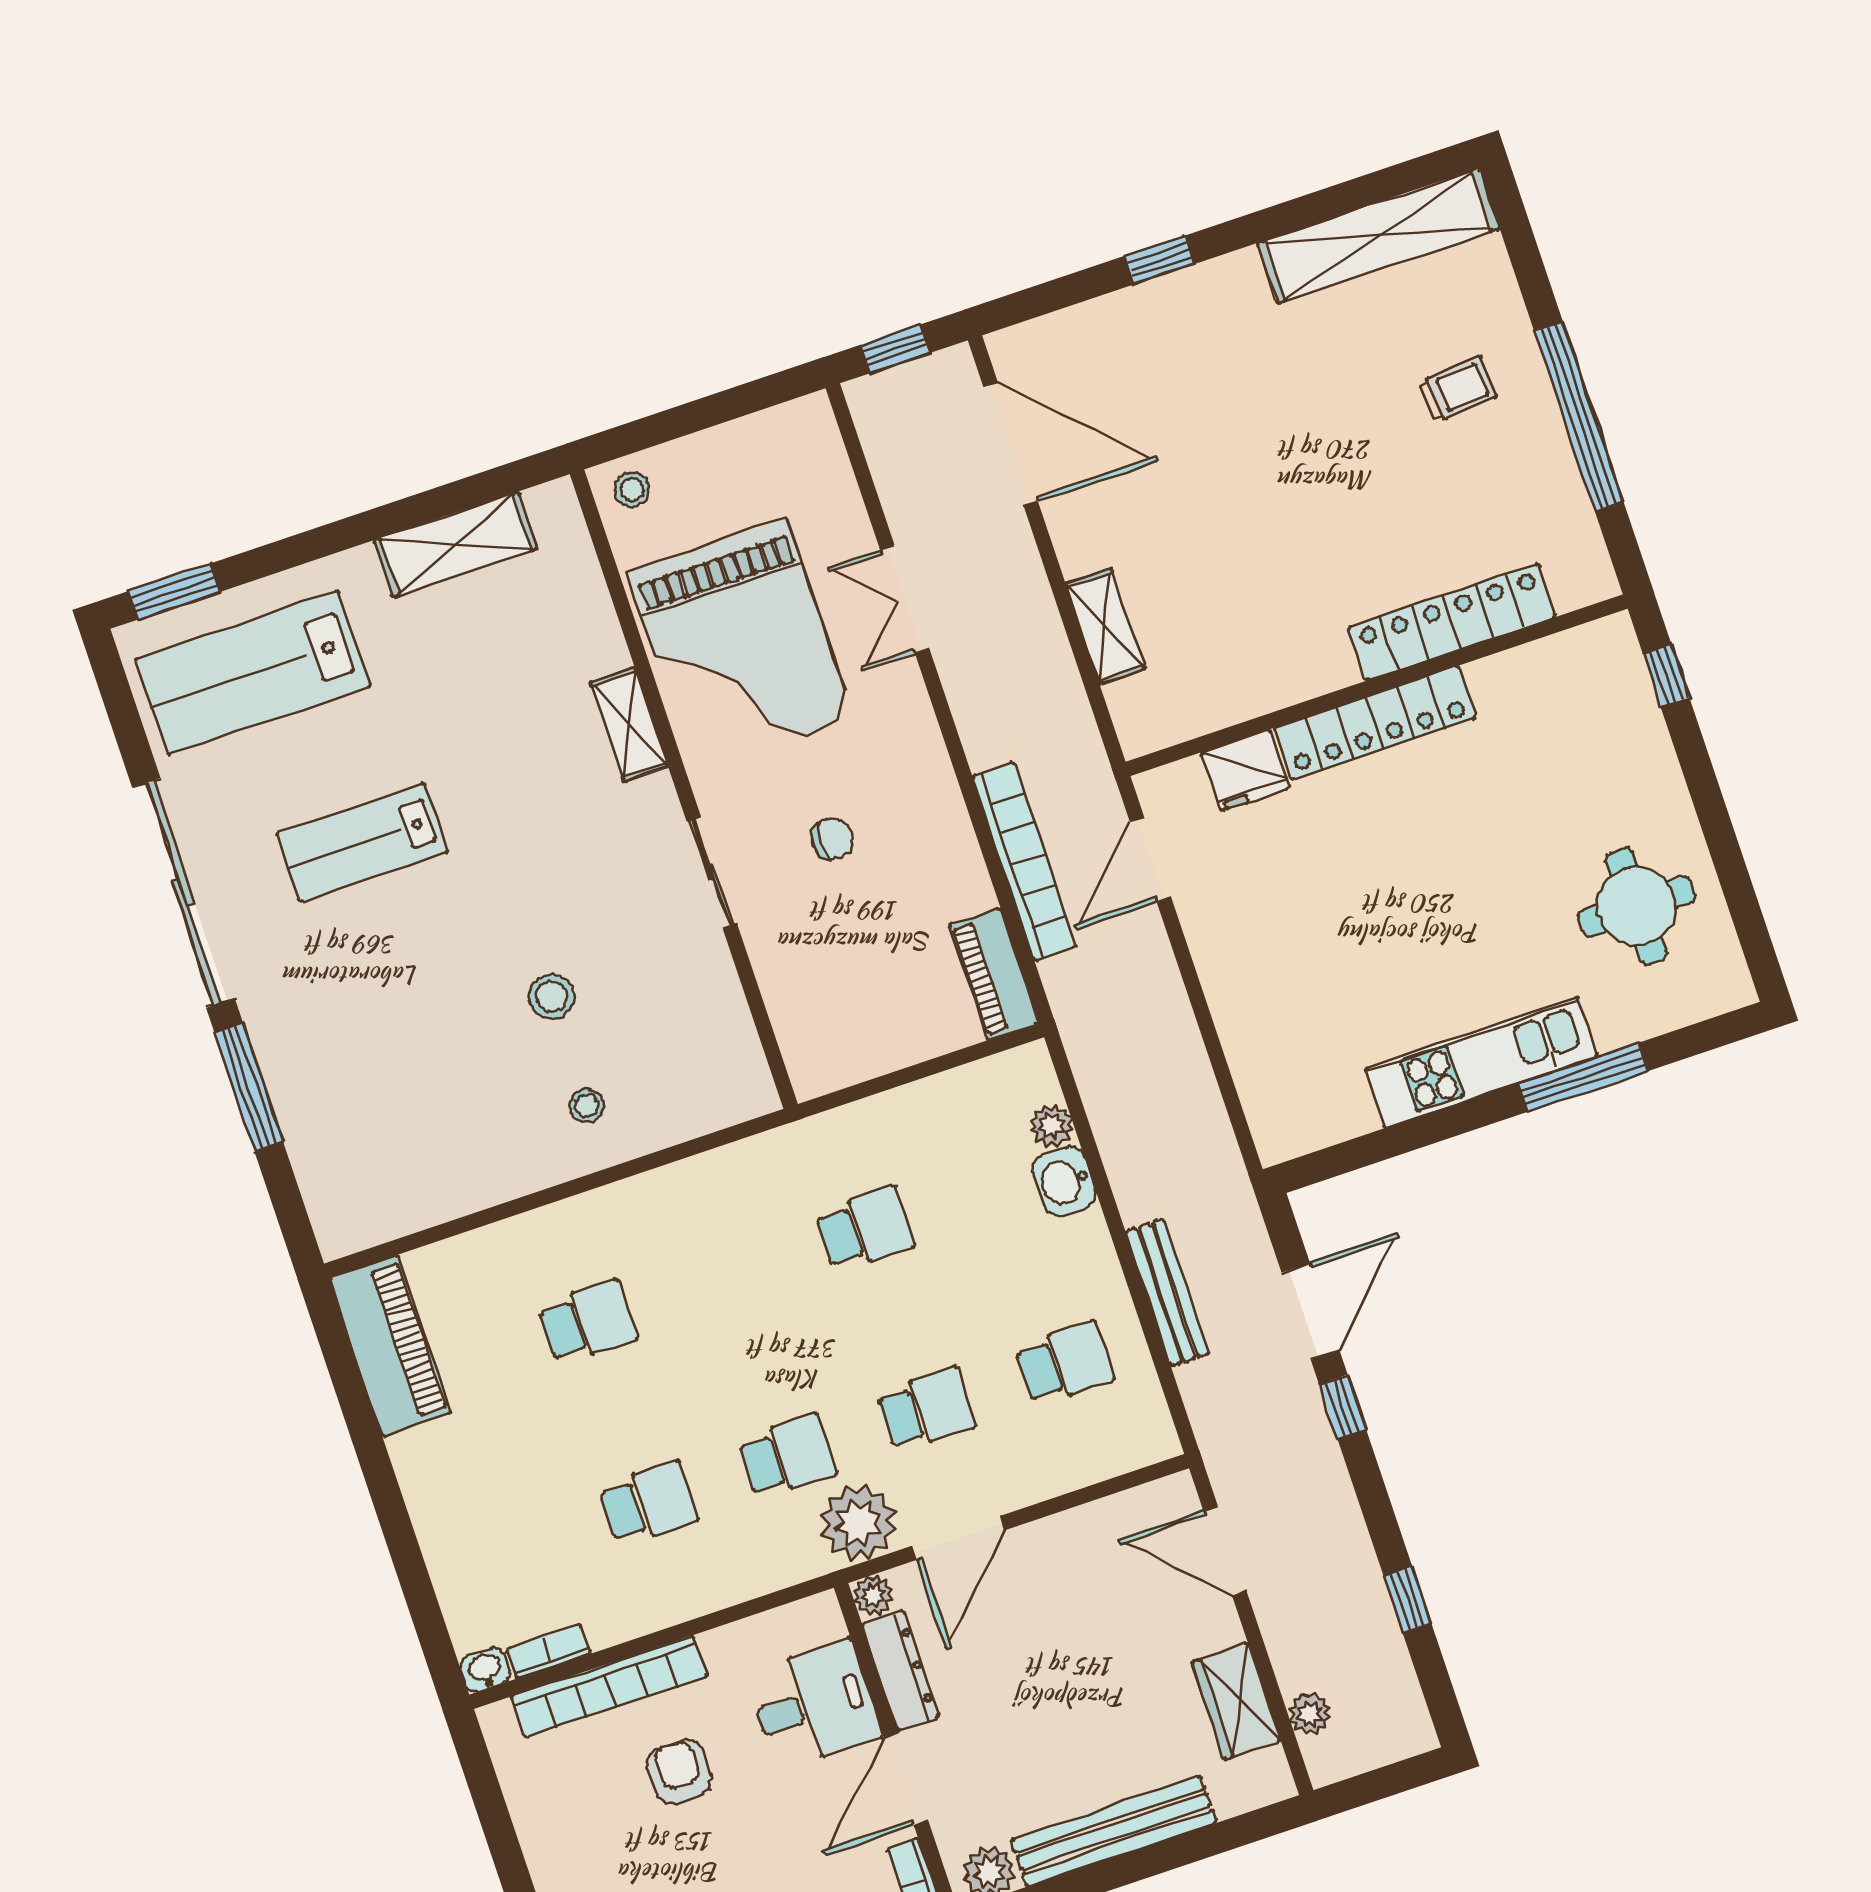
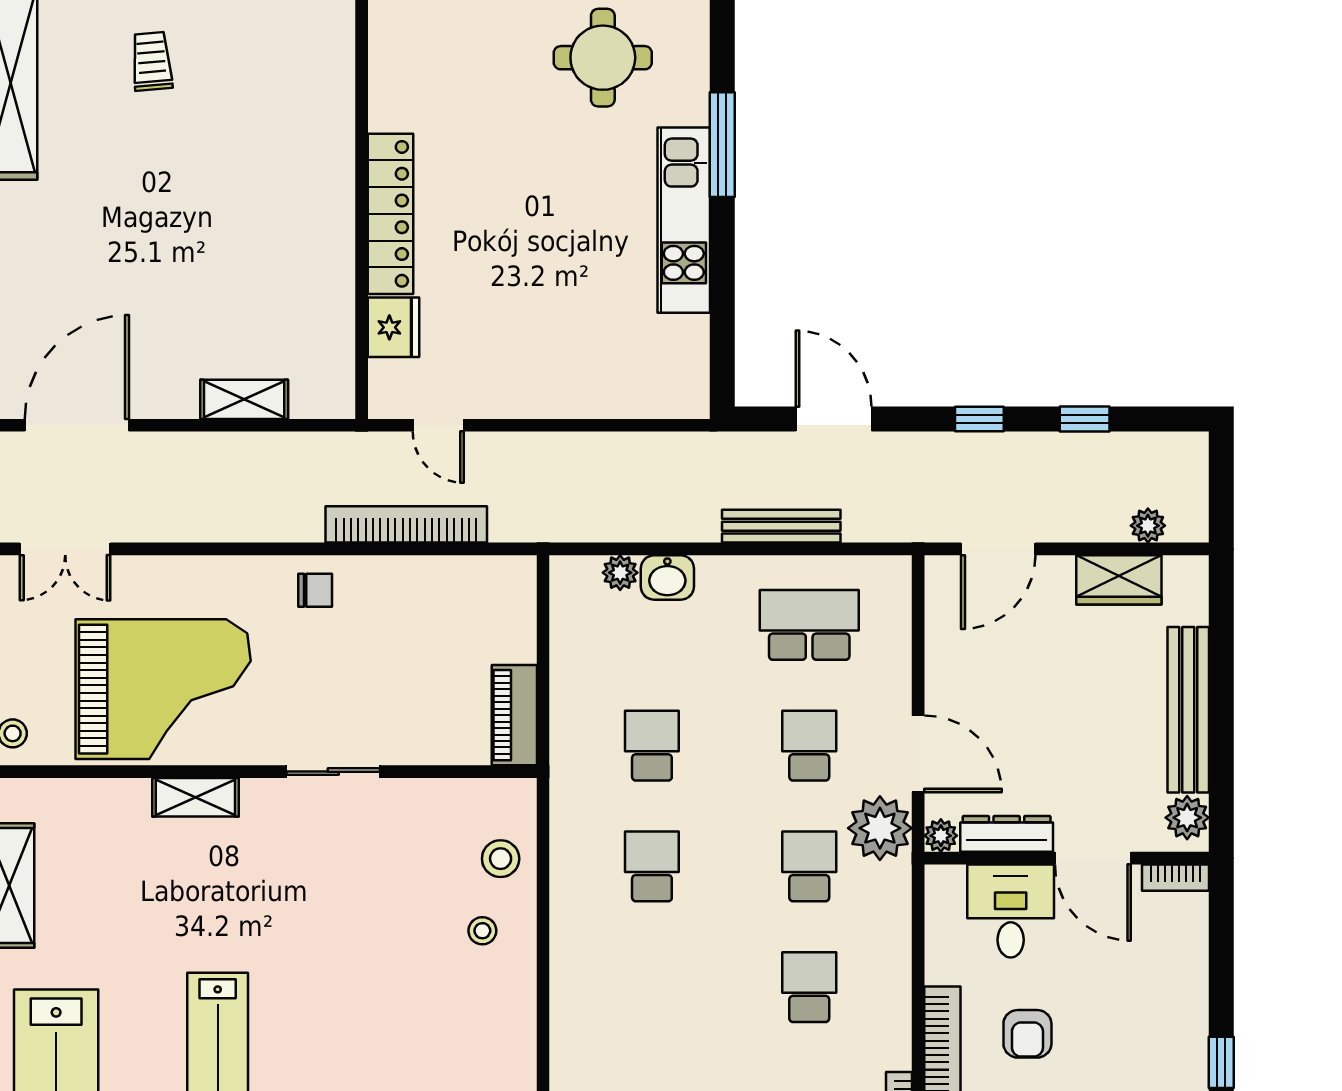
double door: (905, 599) -> (65, 549), moved
locker: (1452, 622) -> (332, 127), removed
chair: (832, 839) -> (315, 590), moved, turned 90
door: (1150, 859) -> (438, 425), width x0.73
piano: (994, 974) -> (514, 715), moved, turned 90
stool: (552, 997) -> (501, 859), moved
school desk: (587, 1322) -> (652, 866), moved
school desk: (1064, 1363) -> (809, 625), width x1.85
window: (1343, 1407) -> (979, 419), moved
armchair: (679, 1772) -> (1027, 1034), turned -90

